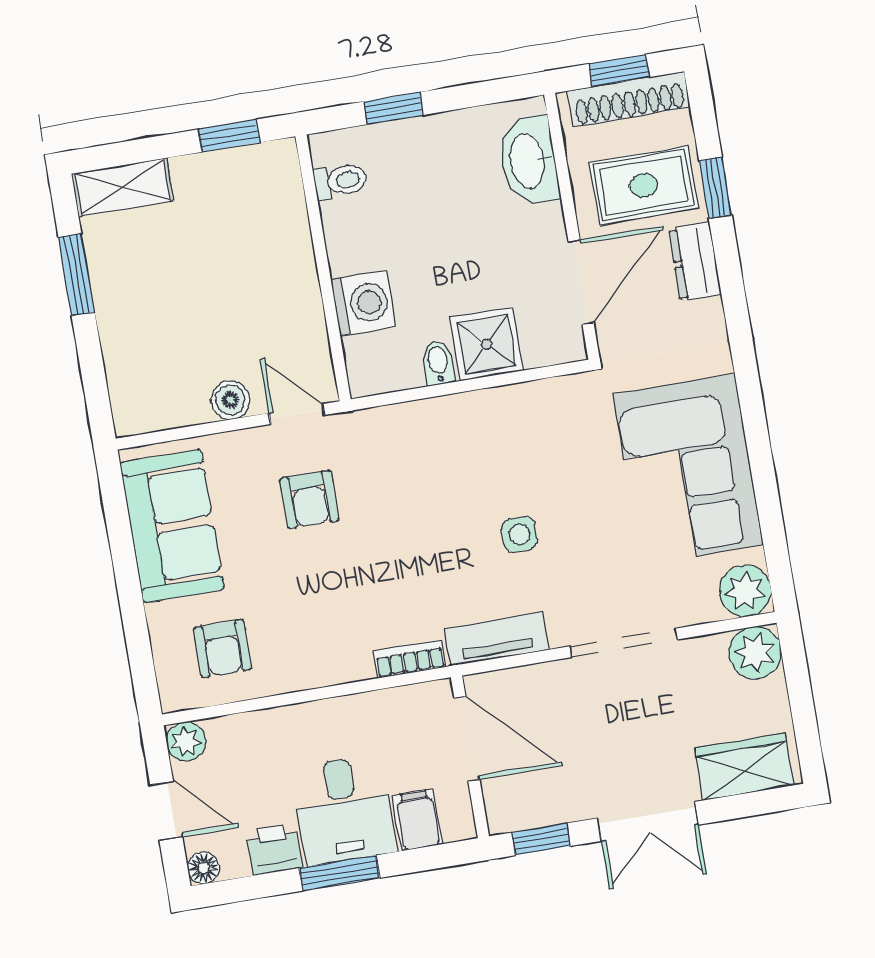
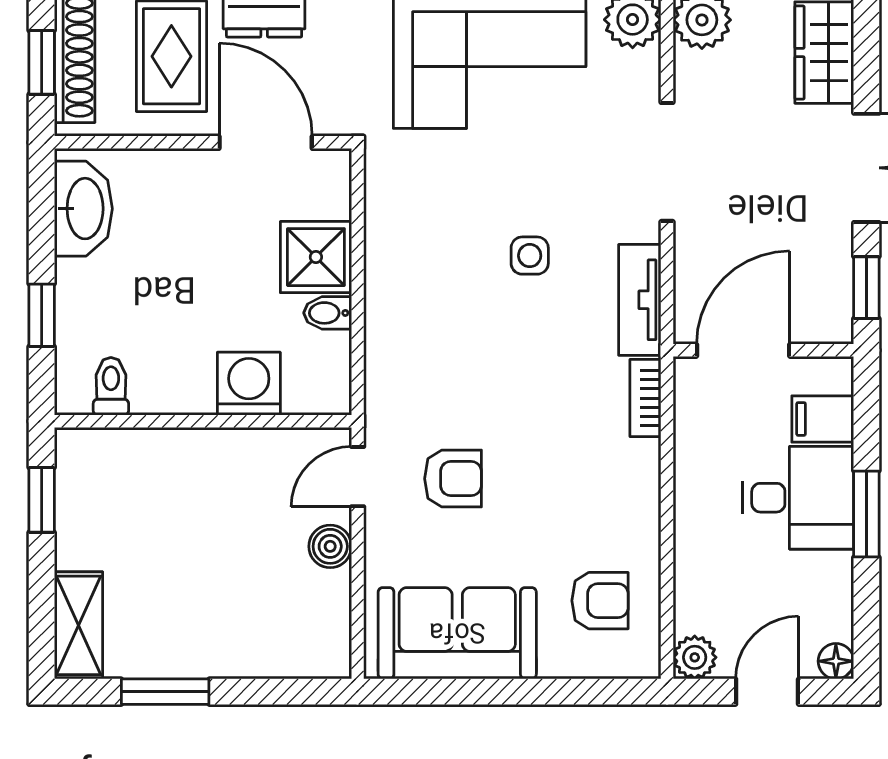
washbasin: (529, 161) -> (83, 209), moved, turned -90
printer: (274, 849) -> (829, 581), removed

